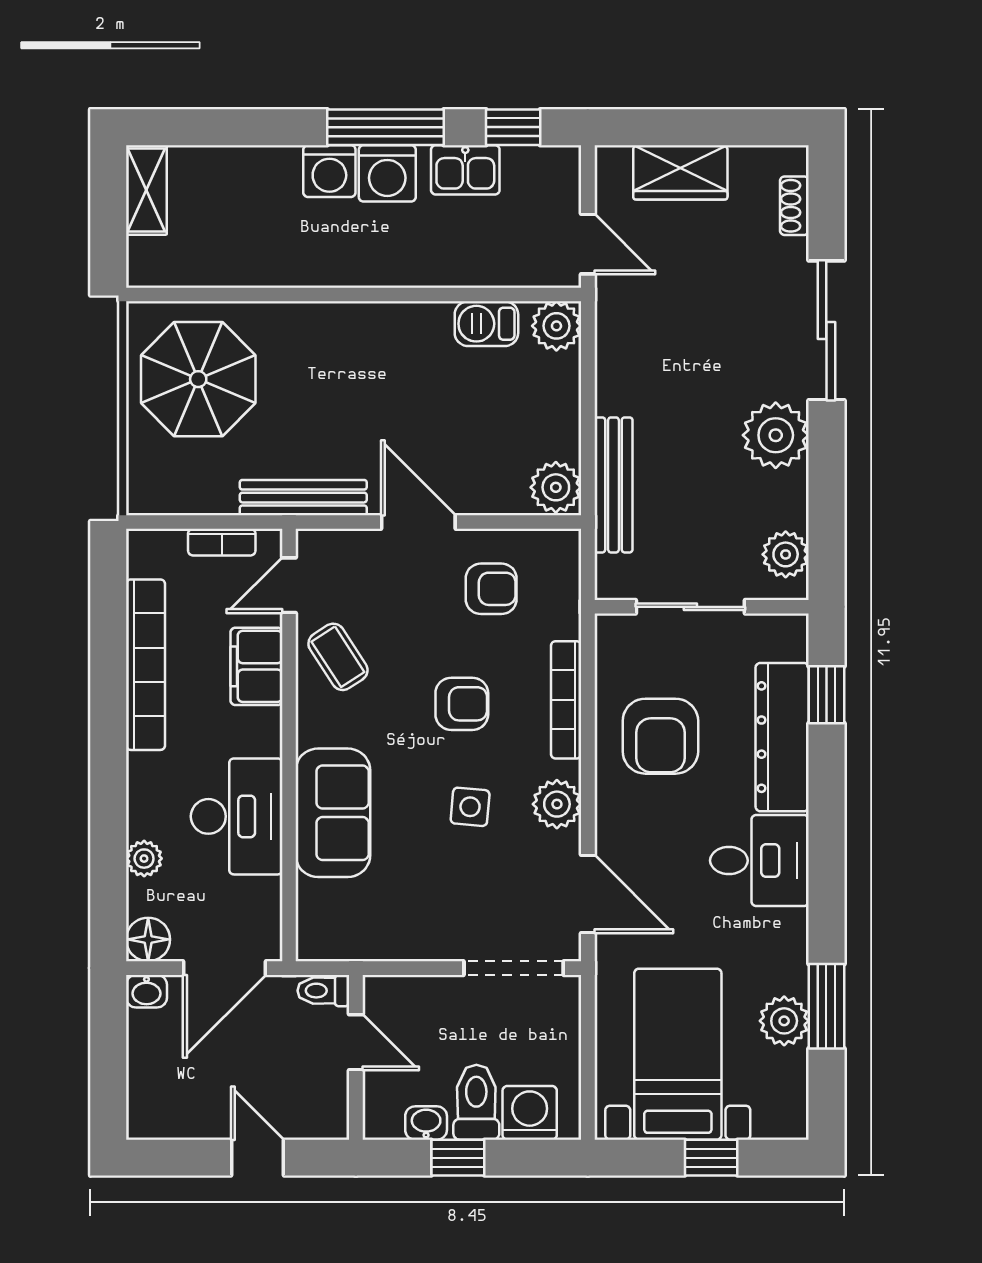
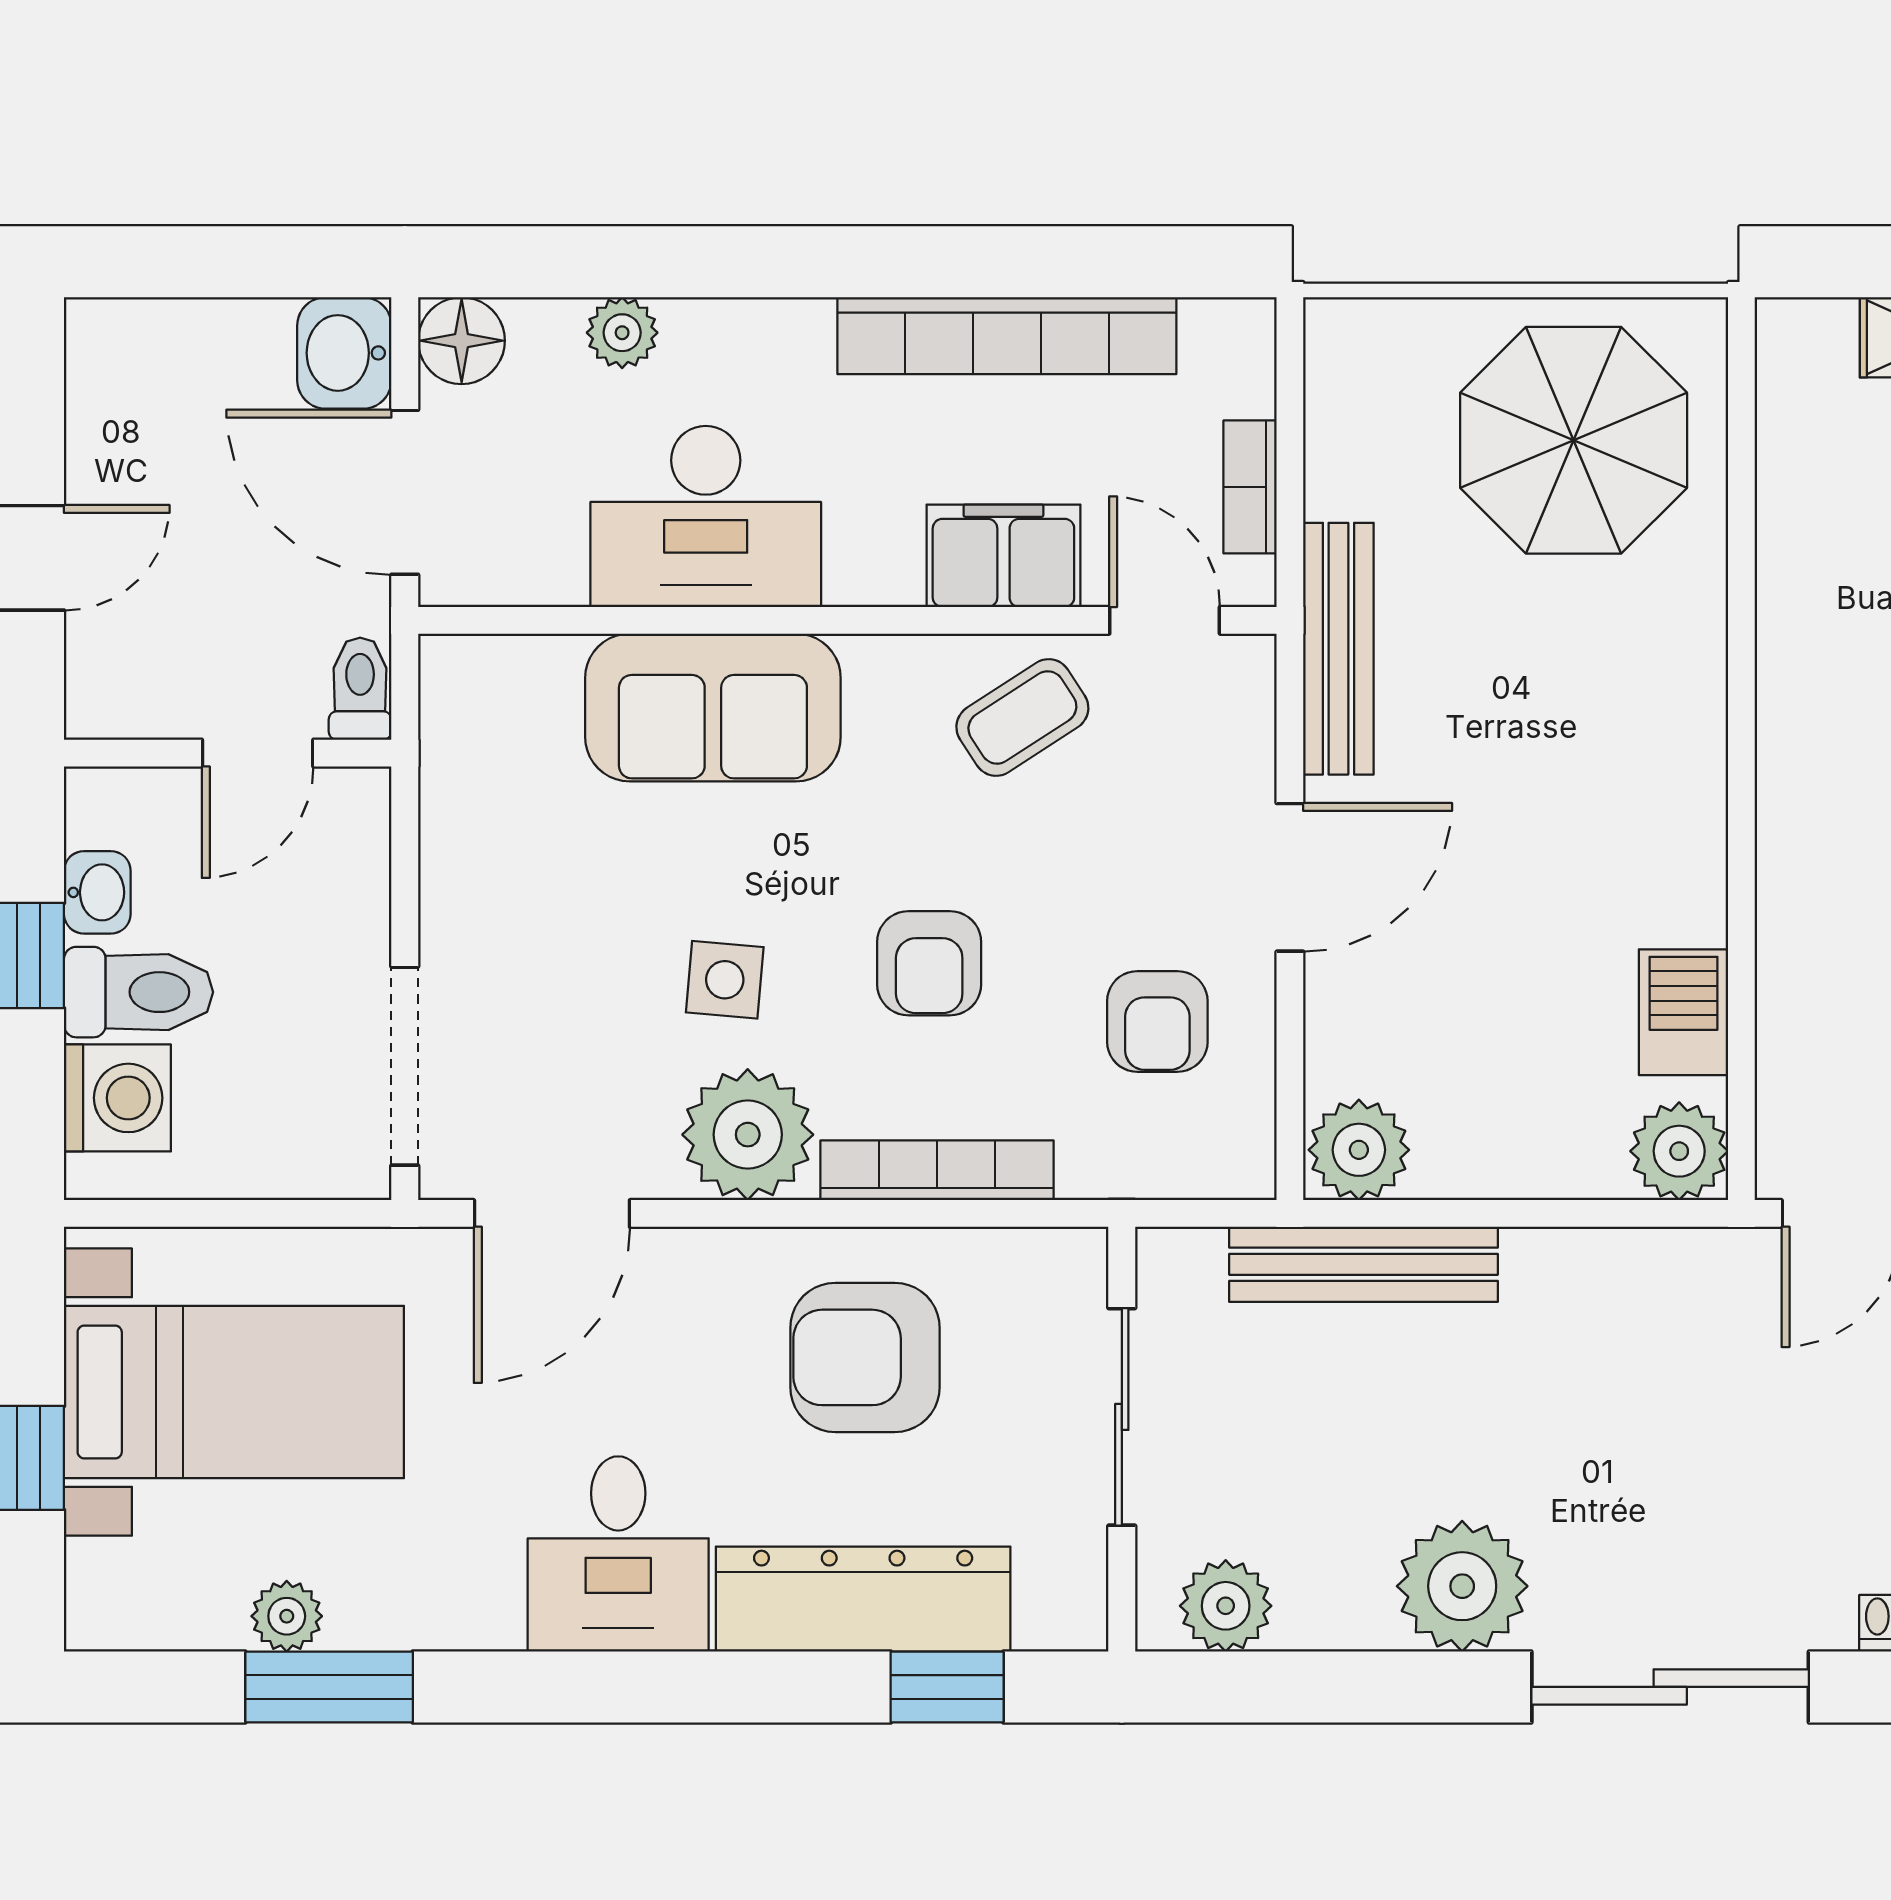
plant: (557, 804) -> (748, 1135), width x1.36, depth x1.36
washbasin: (146, 991) -> (344, 353), width x1.38, depth x1.45
plant: (784, 1021) -> (287, 1616), width x0.73, depth x0.73

